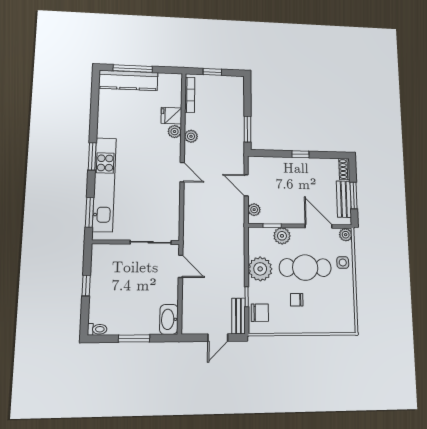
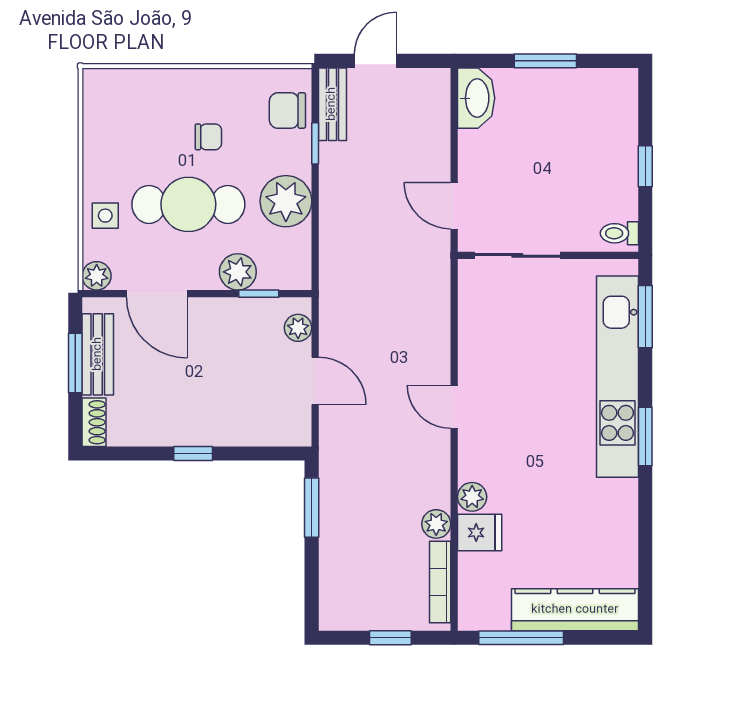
window: (133, 68) -> (521, 638), moved
plant: (191, 136) -> (436, 524), moved
toilet: (97, 329) -> (619, 233), moved

